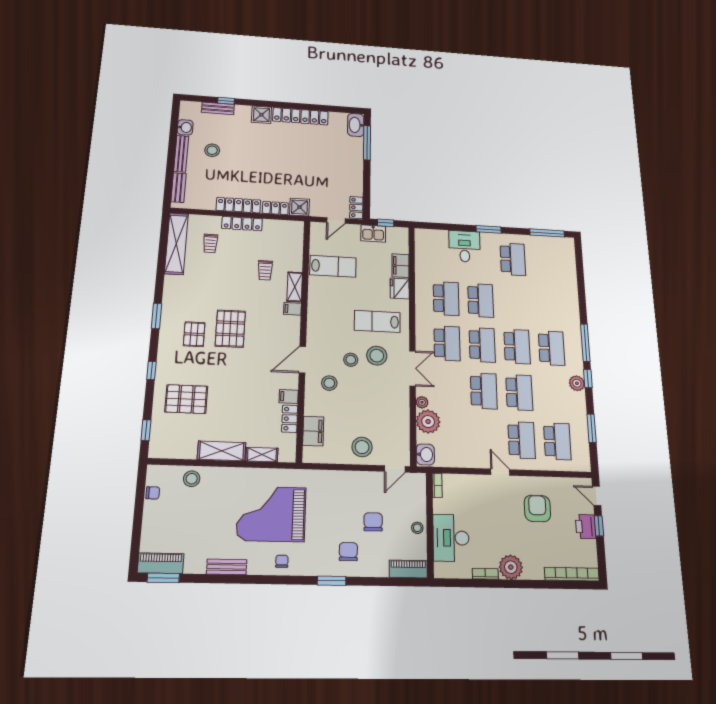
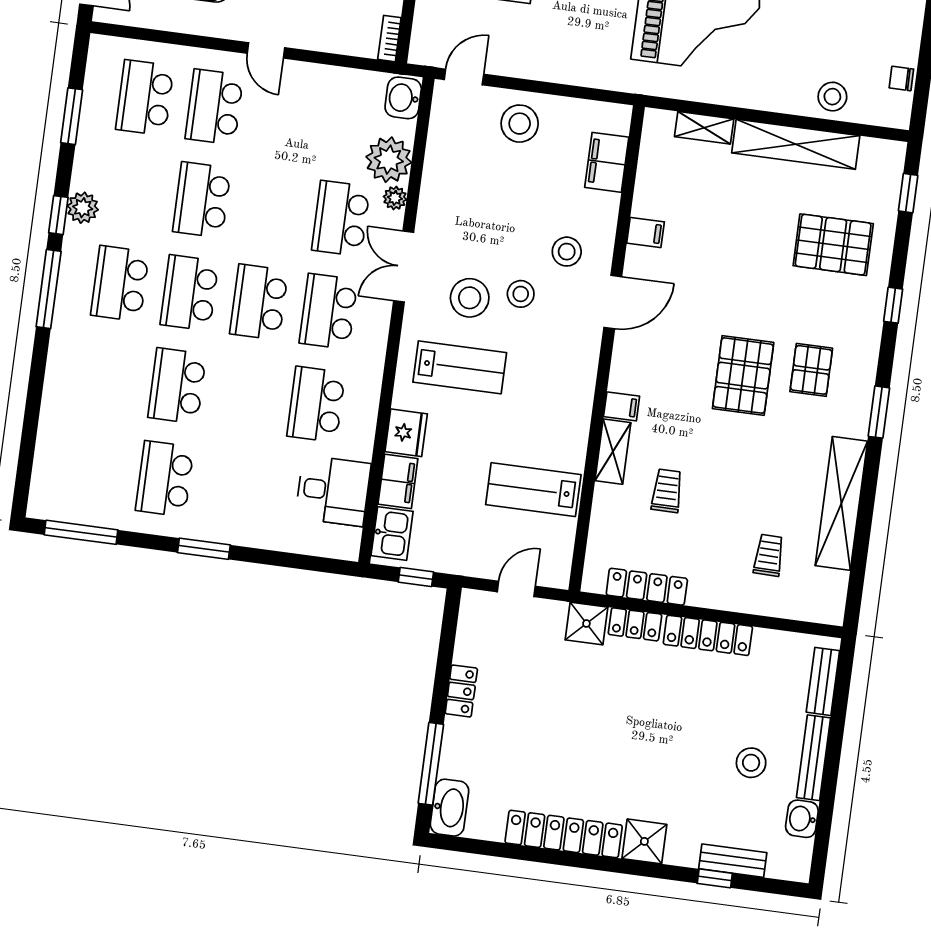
locker: (356, 208) -> (461, 691), moved
locker: (242, 224) -> (647, 587), moved
kitchen sink: (373, 234) -> (392, 533), moved, turned 90
shelving: (176, 244) -> (841, 503), moved
desk: (465, 246) -> (333, 491), moved, turned -90
school desk: (481, 300) -> (177, 386), moved
school desk: (484, 391) -> (341, 218), moved
locker: (290, 419) -> (648, 190), removed
shelving: (222, 451) -> (796, 144), width x1.47

